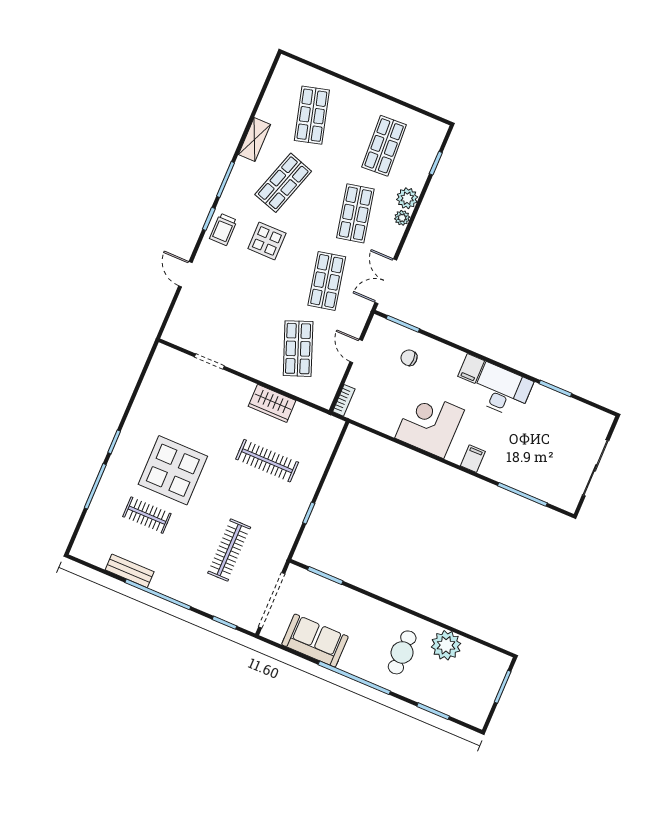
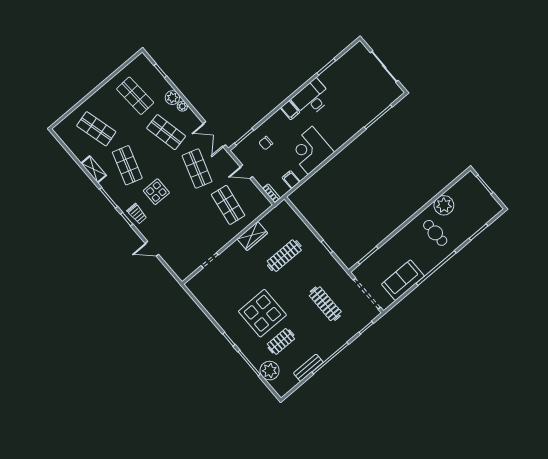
shop shelf: (327, 281) -> (197, 169), turned 30
shop shelf: (298, 349) -> (228, 205), turned 30
filing cabinet: (473, 459) -> (291, 180), moved
plant: (99, 520) -> (270, 371), added

